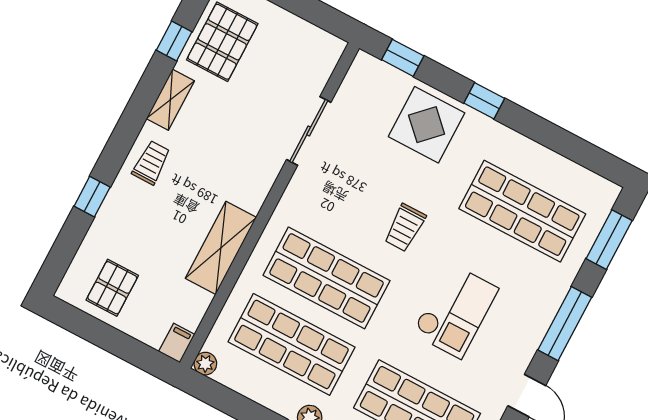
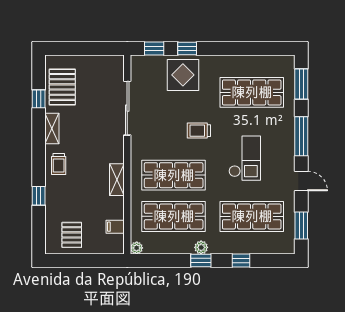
window: (484, 101) -> (187, 48), moved
sliding door: (309, 131) -> (127, 108), width x1.37
trolley: (151, 163) -> (59, 164), turned 180
trolley: (405, 228) -> (199, 131), turned 90
shelving: (221, 248) -> (117, 180), width x0.67, depth x0.75
filing cabinet: (177, 343) -> (115, 227), moved, turned -90

